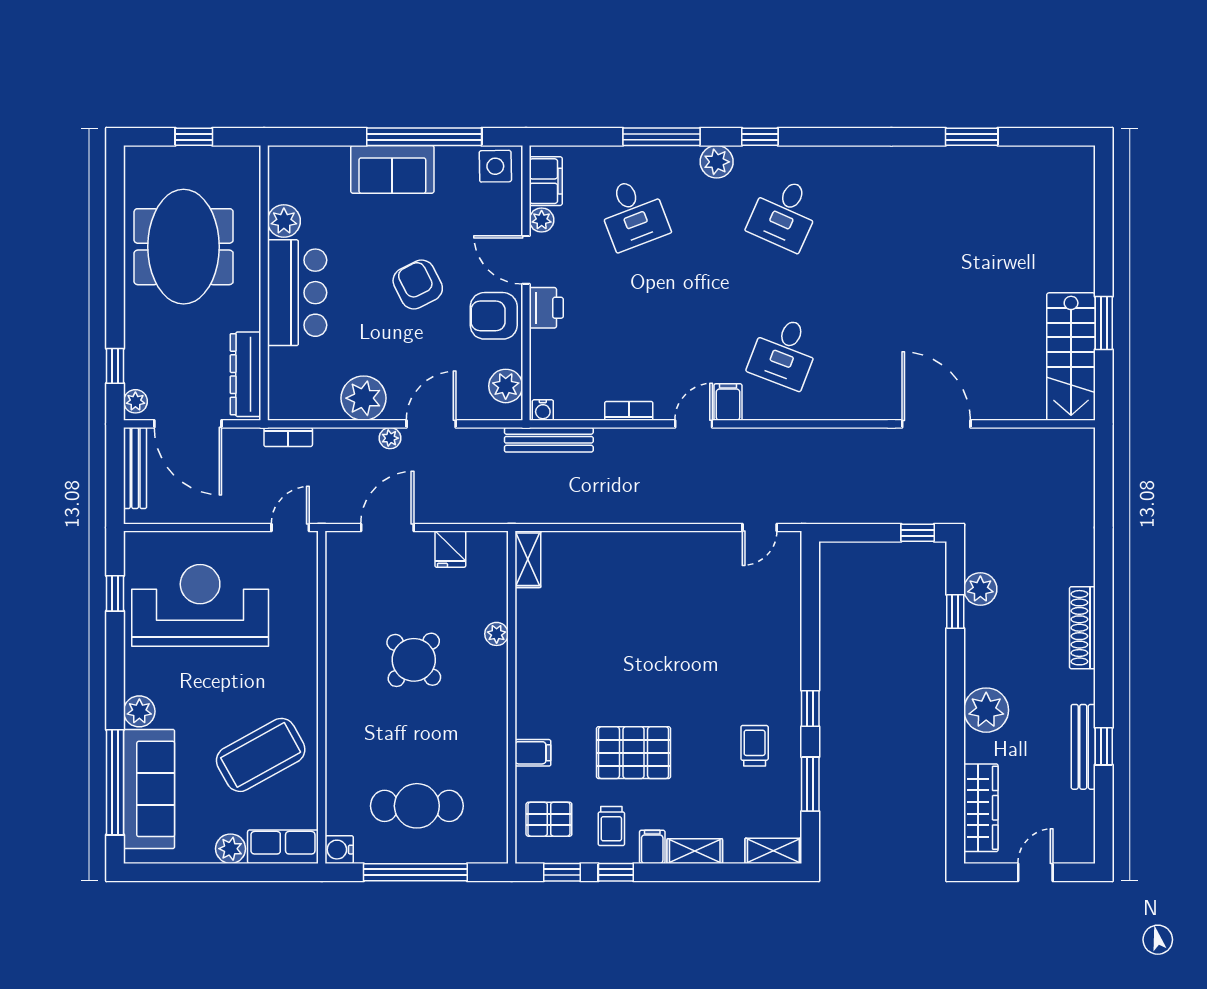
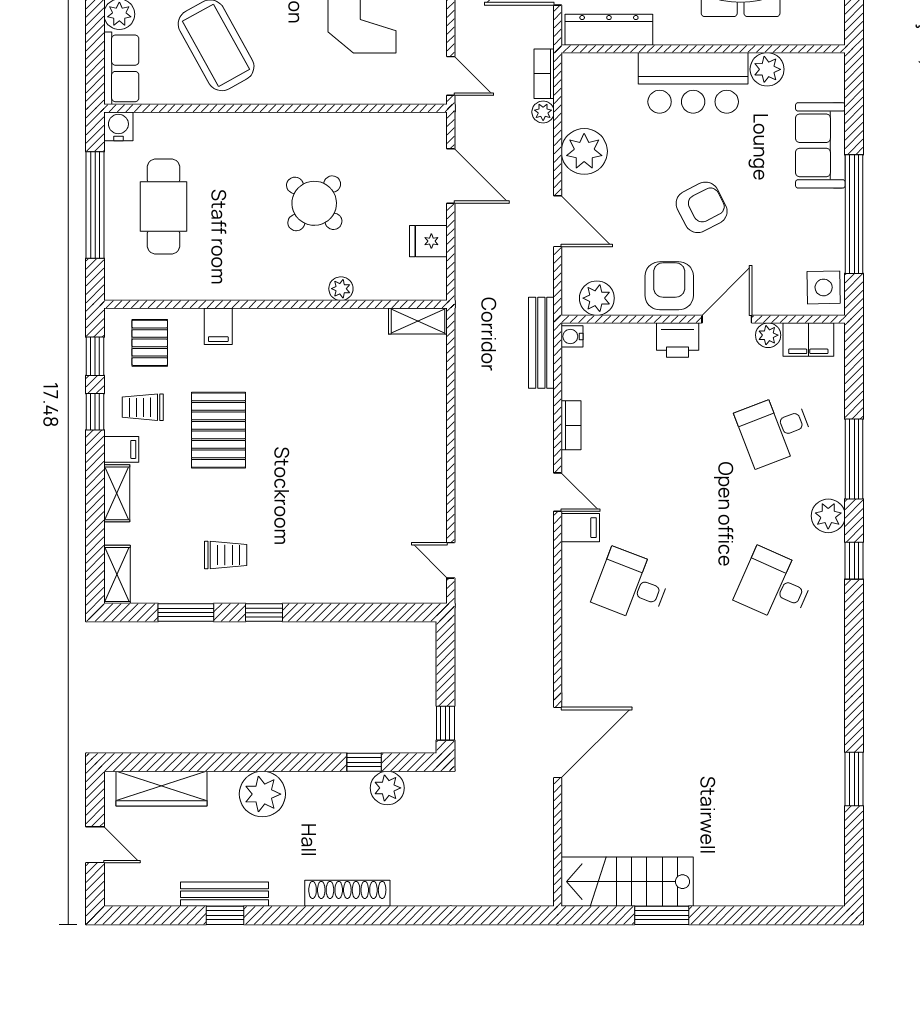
sofa: (392, 169) -> (820, 145), moved
plant: (390, 438) -> (543, 112), moved

